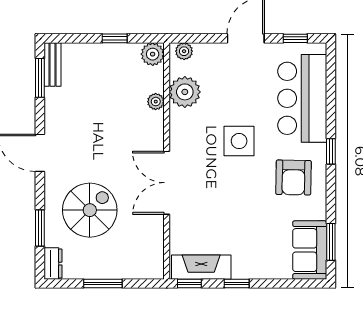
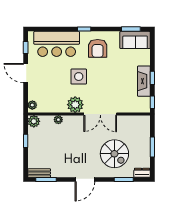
plant: (185, 92) -> (75, 105), moved
armchair: (294, 177) -> (98, 48), turned 89
spiral stairs: (90, 210) -> (114, 154), turned 180
fireplace: (201, 267) -> (144, 81), moved

